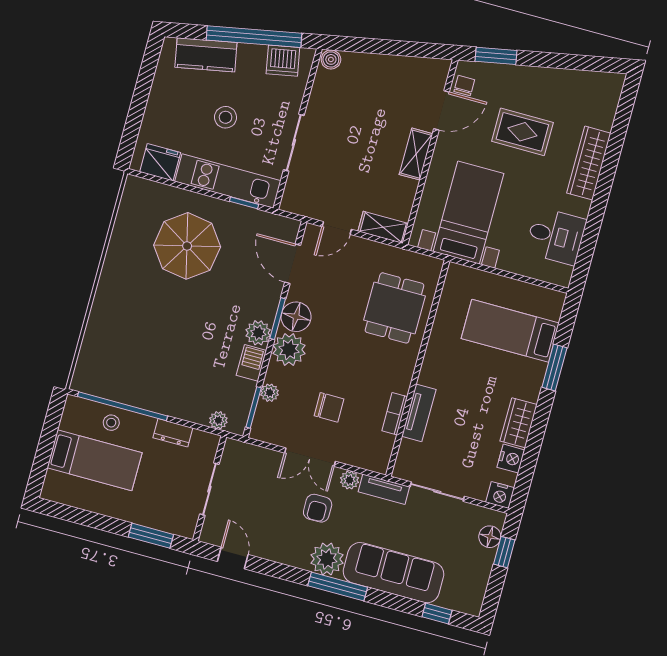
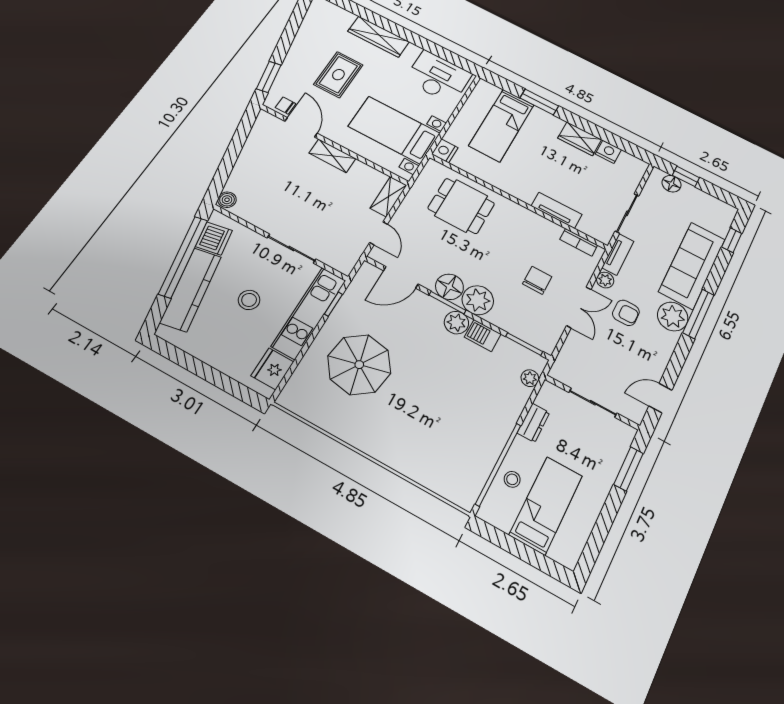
kitchen counter: (206, 55) -> (191, 289), width x1.50
desk: (556, 236) -> (438, 77), width x1.37
plant: (270, 393) -> (514, 327), removed
bookcase: (395, 414) -> (579, 242), moved
nightstand: (500, 495) -> (445, 151), moved, turned 180

